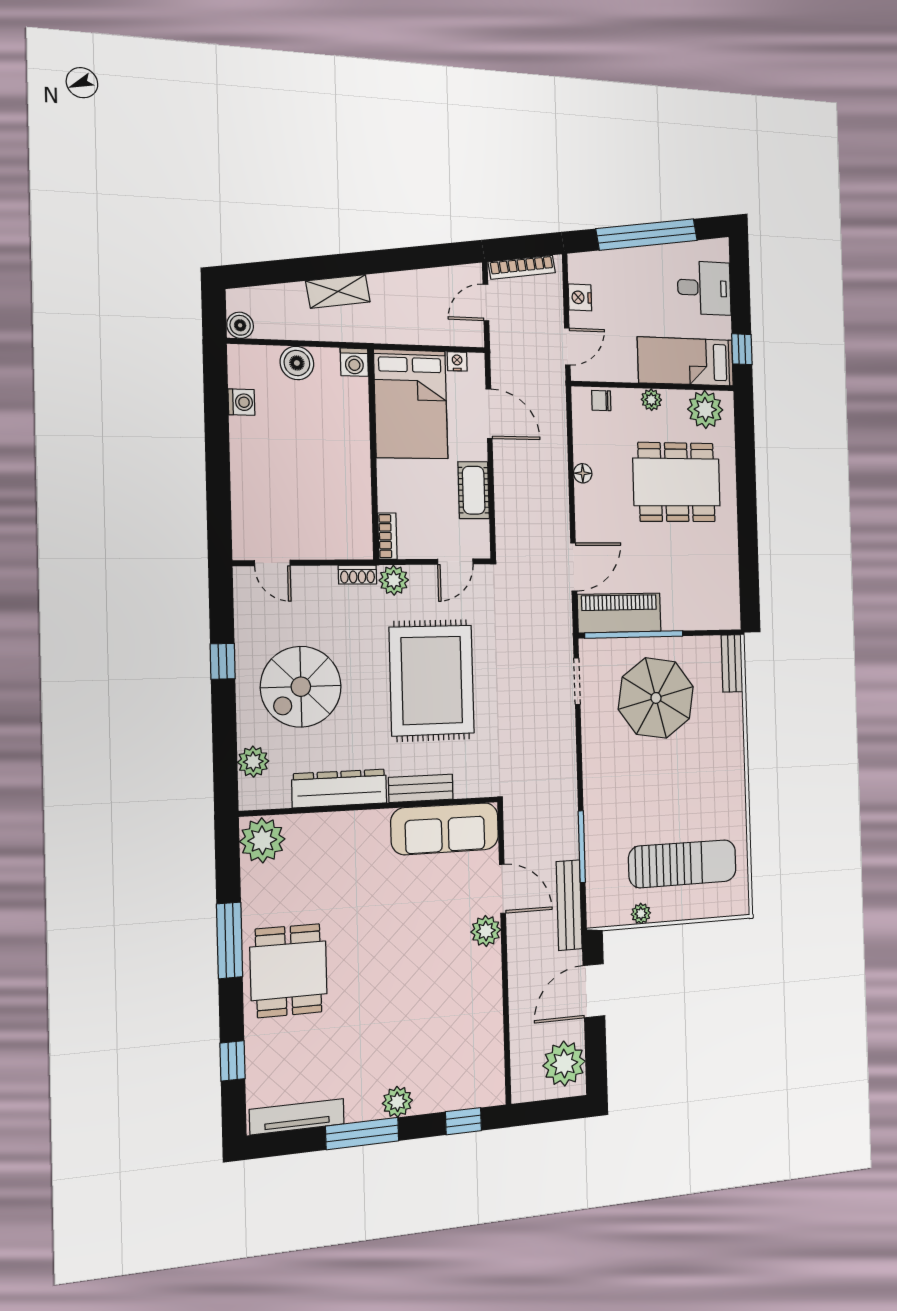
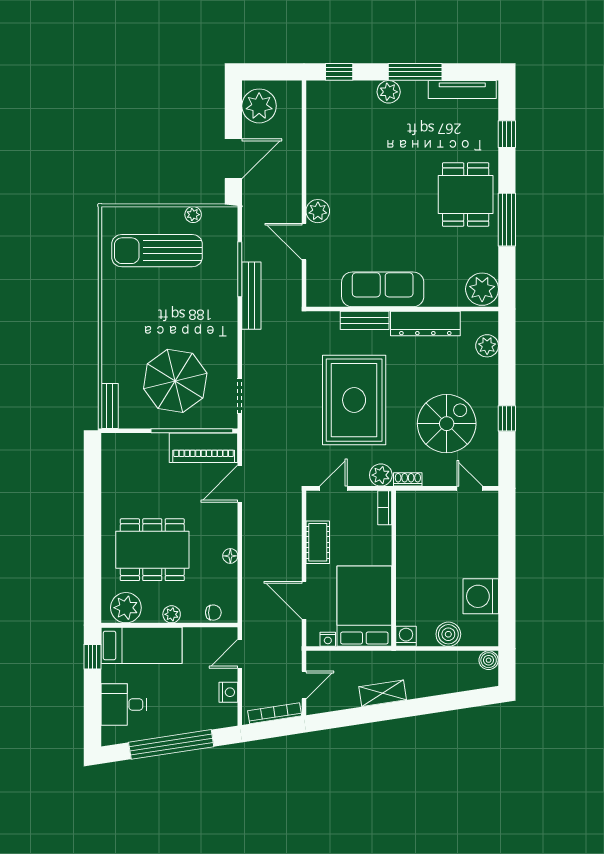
shelving: (338, 291) -> (383, 693), moved
washing machine: (241, 402) -> (481, 596), width x1.89, depth x1.89
spiral stairs: (301, 687) -> (447, 424), moved
sofa: (445, 829) -> (383, 289), moved
bench: (569, 905) -> (251, 296), moved

